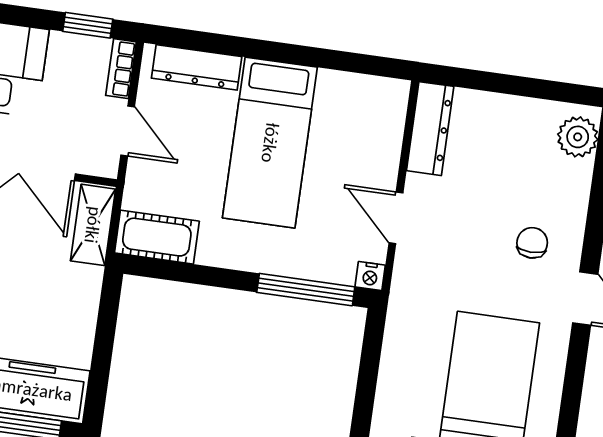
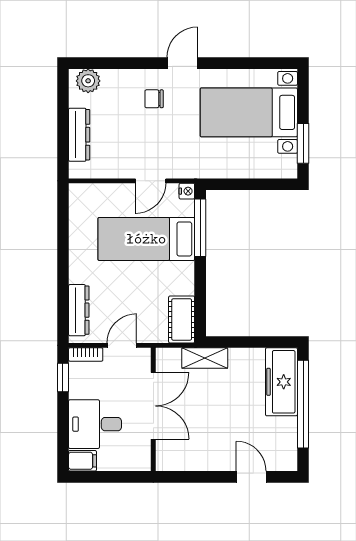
dresser: (430, 129) -> (79, 135), moved, turned 90
bed: (270, 143) -> (146, 239), moved, turned 180
shelving: (93, 225) -> (205, 358), moved

